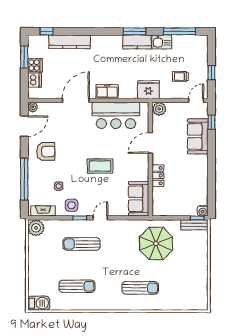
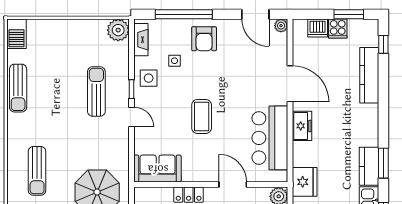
armchair: (46, 151) -> (204, 39), moved
sun lounger: (77, 286) -> (18, 88), moved

